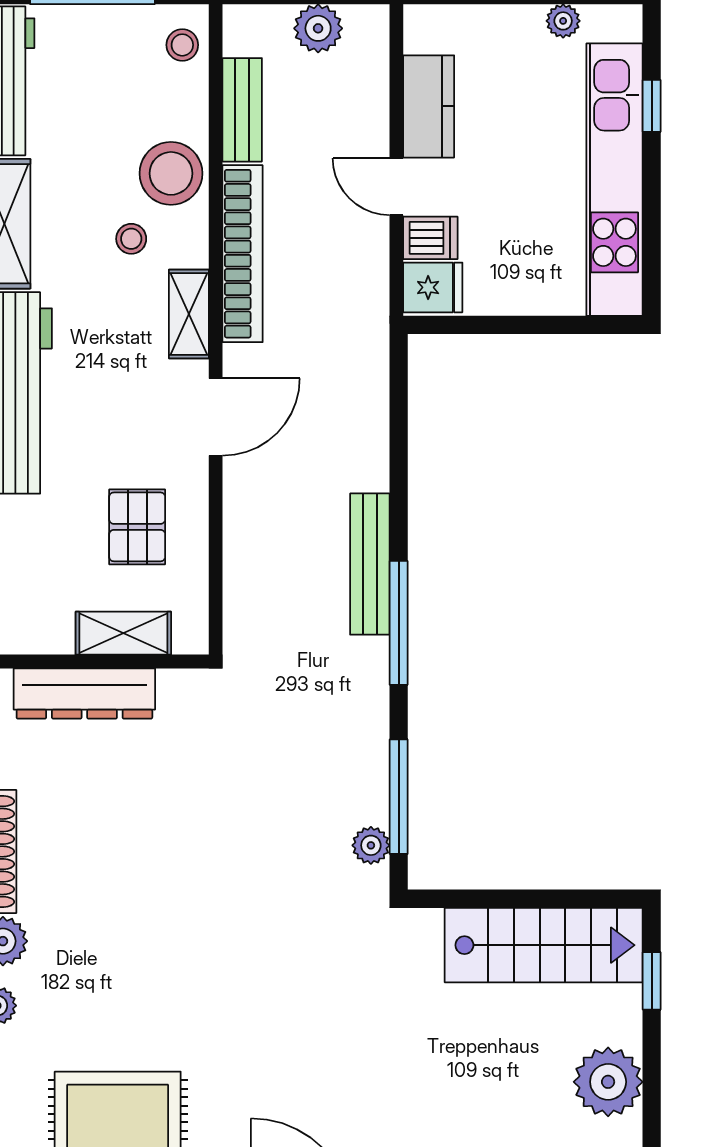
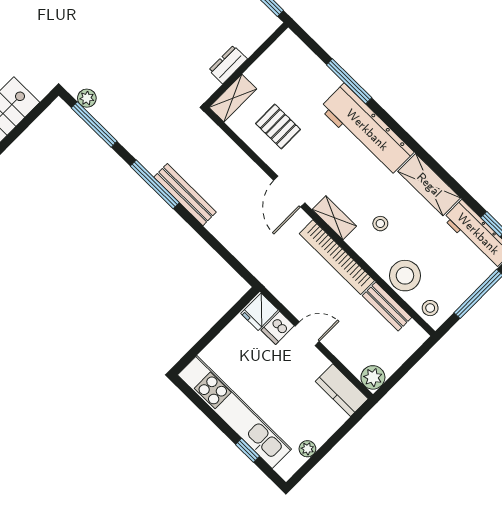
plant: (318, 28) -> (373, 377), moved
kitchen counter: (429, 106) -> (342, 390), moved
stool: (171, 173) -> (405, 276), moved
shelving: (123, 633) -> (233, 98), moved
dresser: (84, 694) -> (228, 65), width x0.51, depth x0.80

